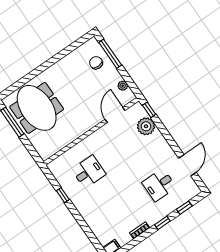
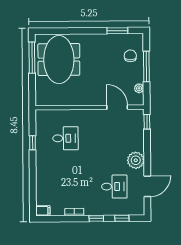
window: (70, 49) -> (117, 31), added
window: (110, 54) -> (146, 66), moved
door: (115, 115) -> (117, 107), hinge flipped
plant: (146, 126) -> (136, 160), moved
desk: (159, 185) -> (114, 187), turned 180

